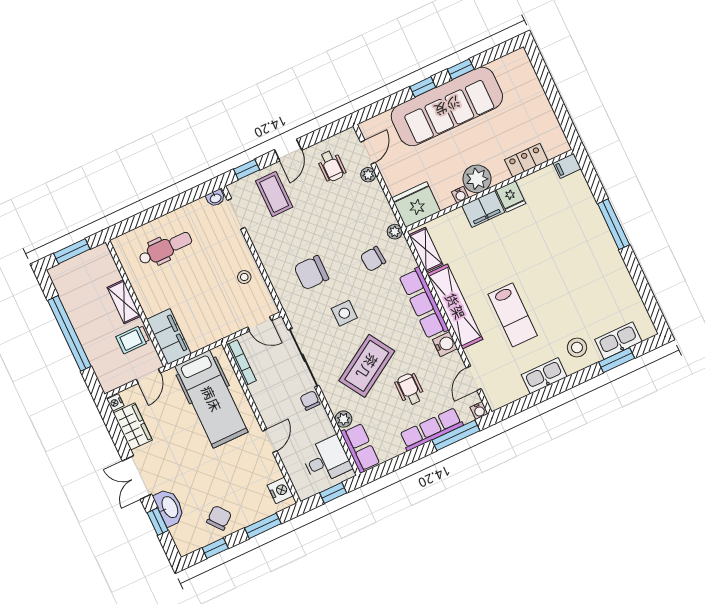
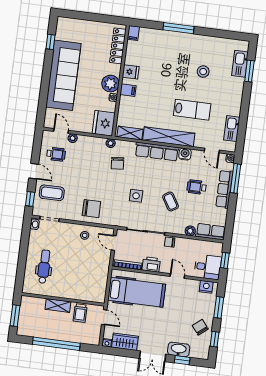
window: (461, 69) -> (50, 42), moved
window: (423, 87) -> (45, 81), removed
locker: (526, 160) -> (118, 46), width x1.53
filing cabinet: (483, 209) -> (128, 90), width x0.50
chair: (311, 273) -> (91, 209), moved, turned -90
door: (260, 324) -> (114, 243), swing flipped
filing cabinet: (169, 337) -> (91, 294), removed
stool: (577, 347) -> (203, 72), moved
coffee table: (367, 366) -> (171, 201), width x0.54, depth x0.58
kitchen sink: (544, 376) -> (232, 129), moved
printer: (263, 395) -> (151, 264), added
desk: (326, 460) -> (208, 267), moved, turned 90

